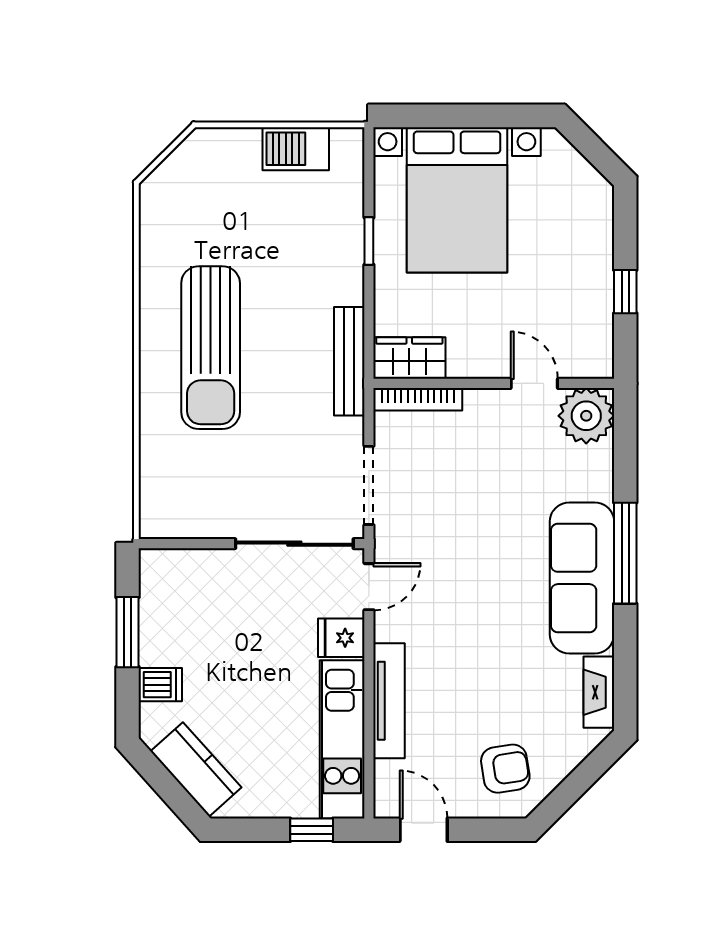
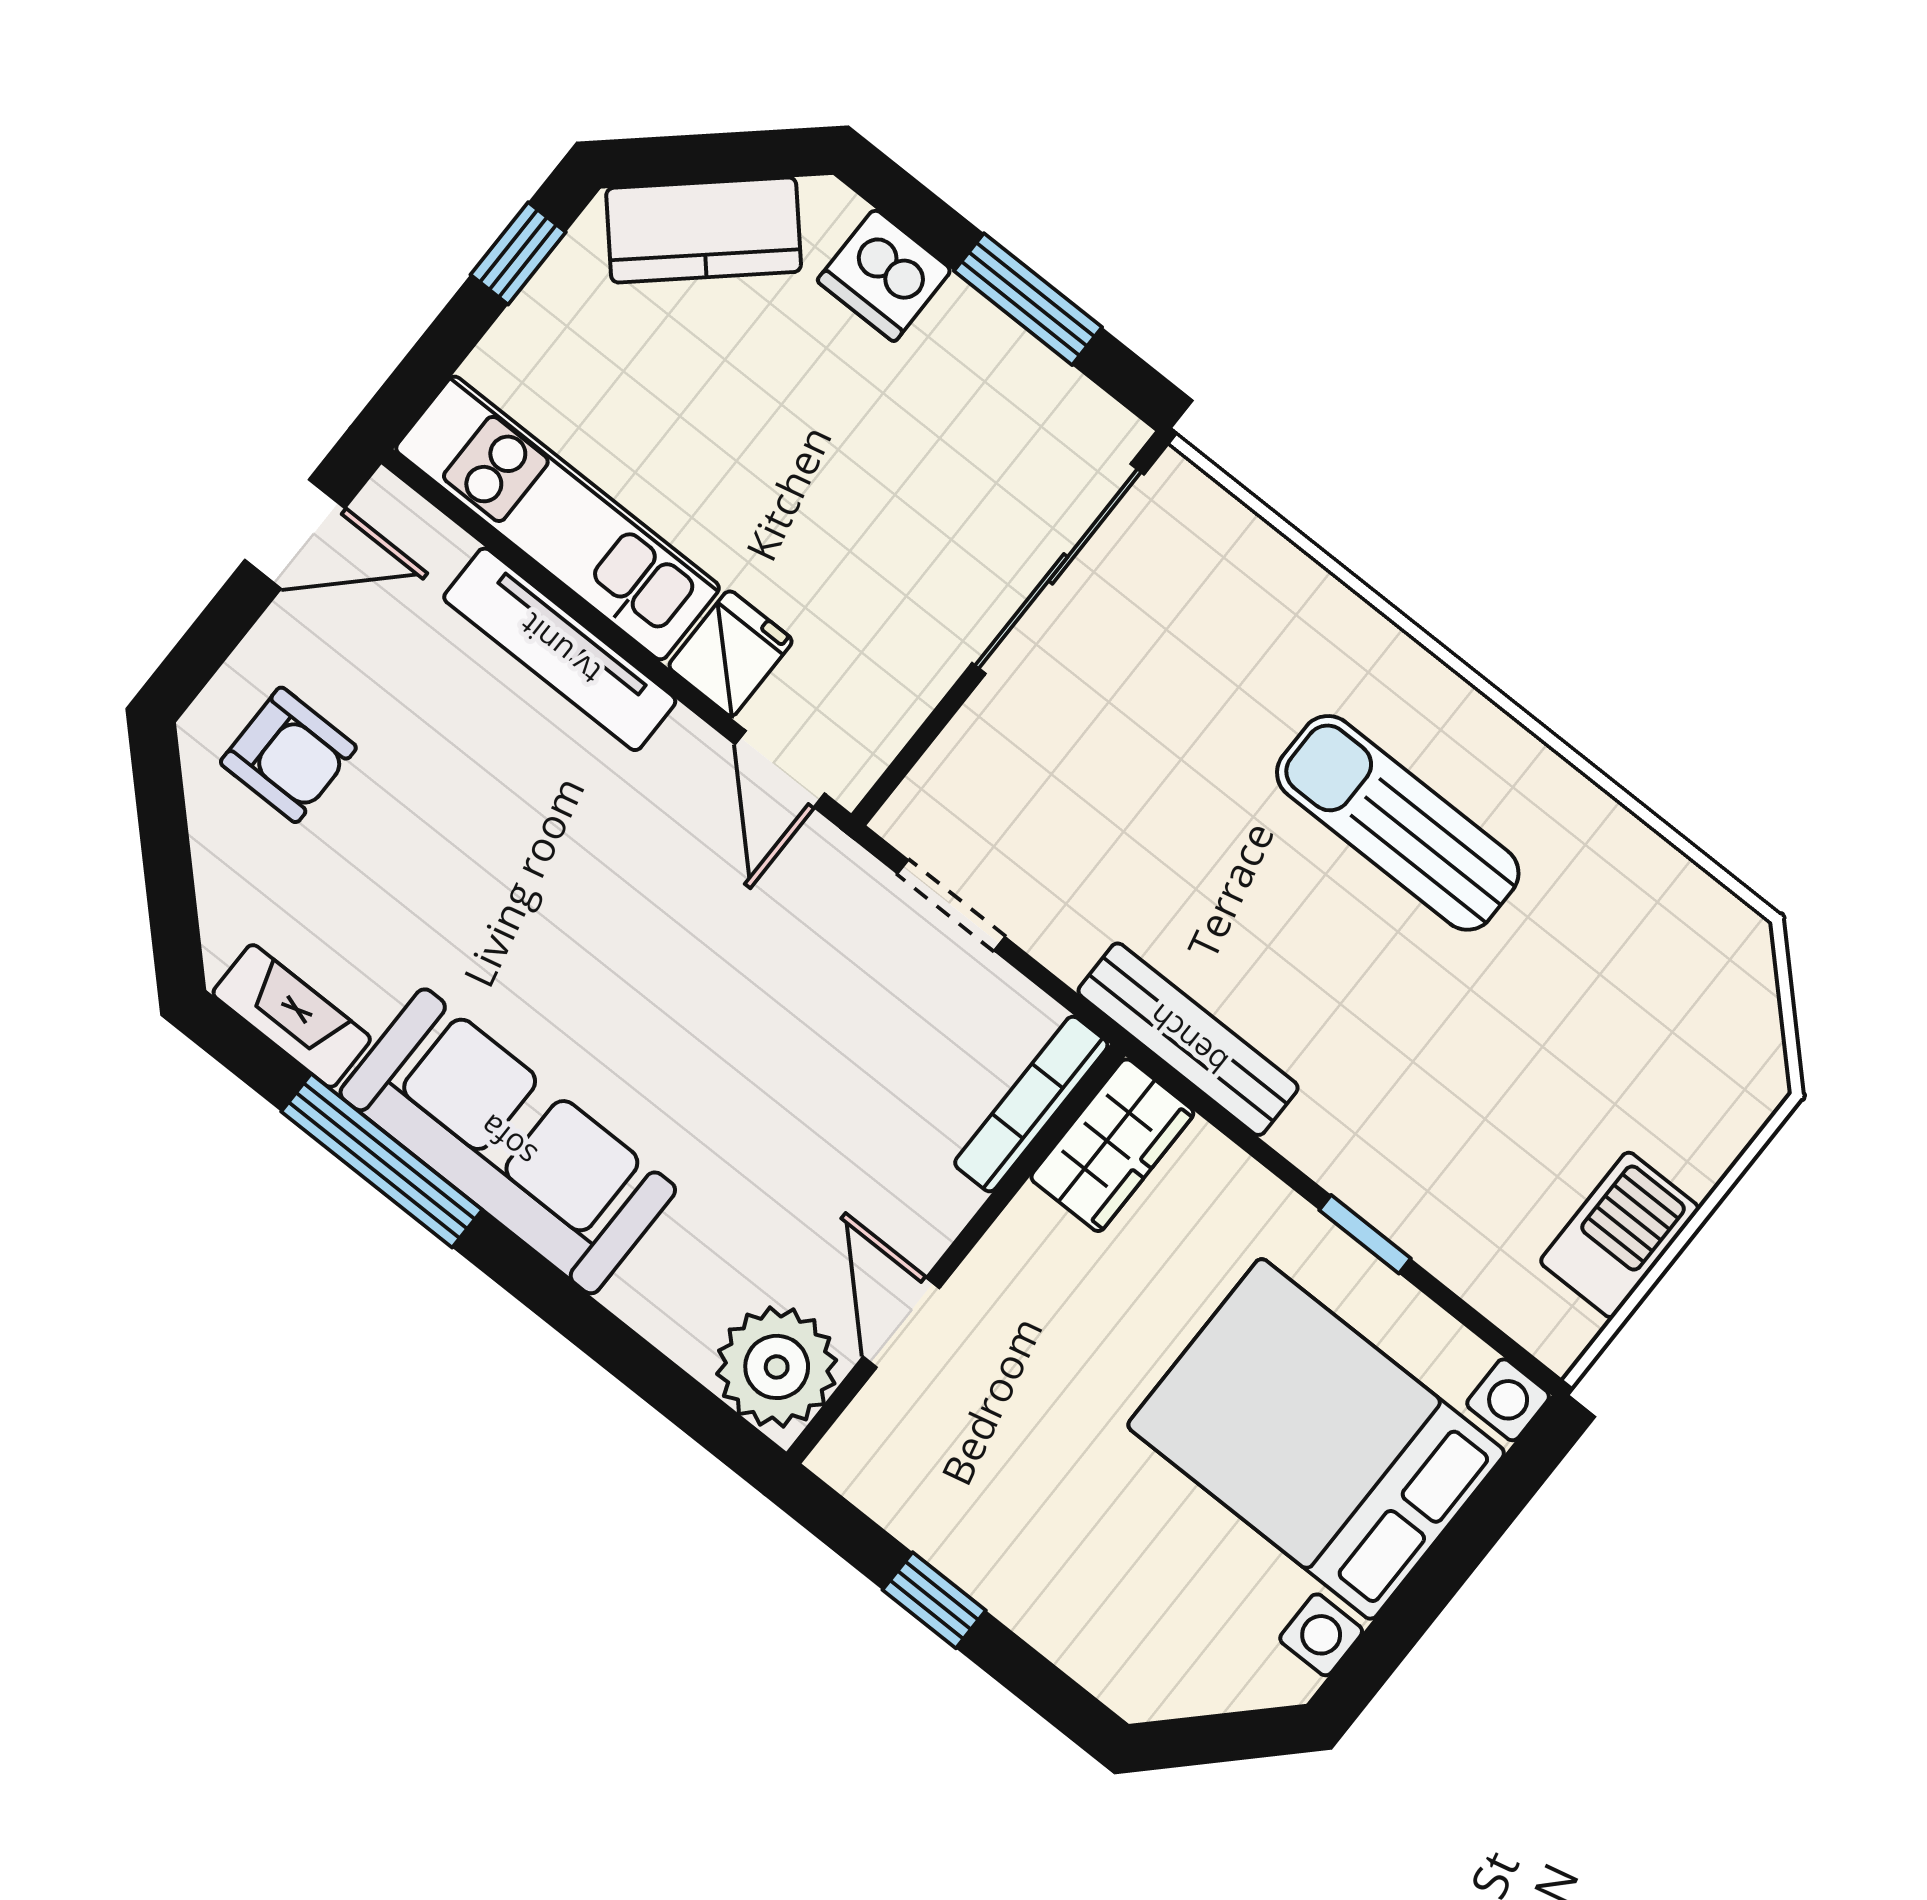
sun lounger: (211, 348) -> (1398, 823), width x0.73, depth x0.75
door: (534, 383) -> (901, 1322), swing flipped
doorway: (369, 485) -> (951, 905), width x0.73
sliding door: (294, 544) -> (1058, 569), moved
window: (625, 553) -> (382, 1161), moved
dishwasher: (160, 685) -> (884, 275), width x1.38
armchair: (505, 769) -> (288, 755), turned -81
window: (312, 830) -> (518, 253), moved

